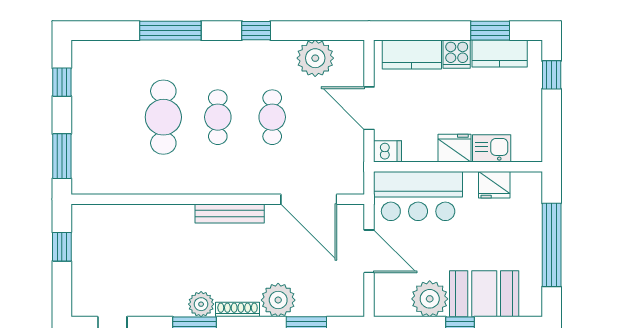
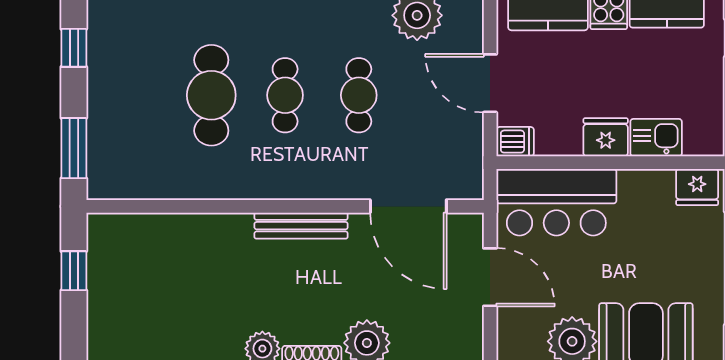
fridge: (494, 185) -> (697, 187), moved

